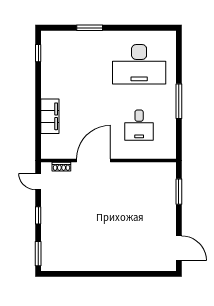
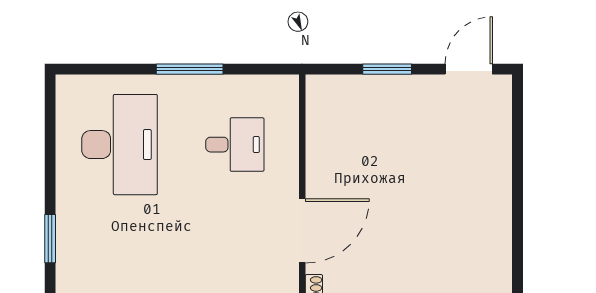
door: (94, 160) -> (302, 231), swing flipped
window: (179, 192) -> (387, 69), moved

